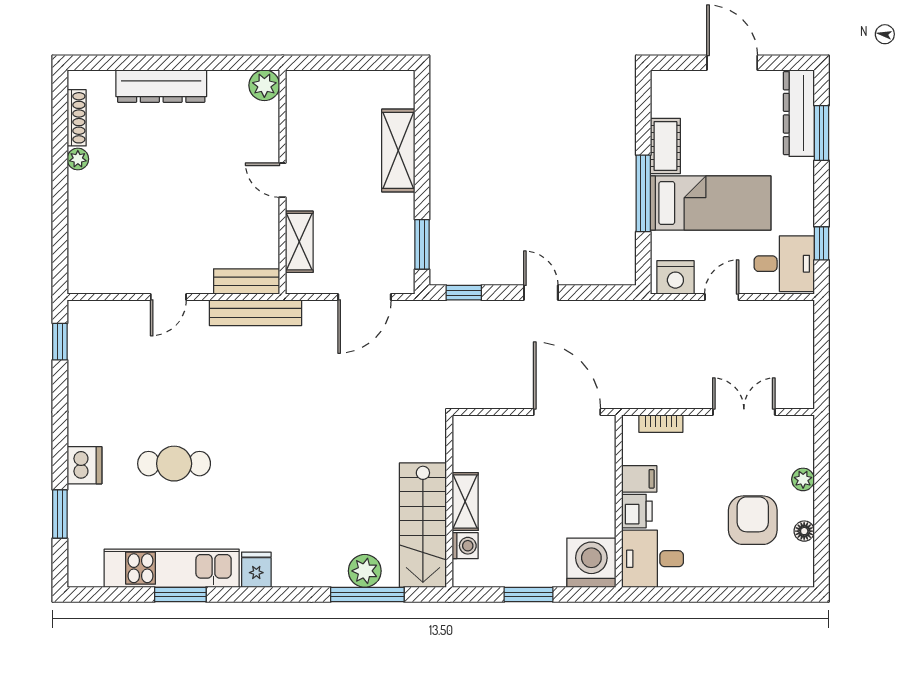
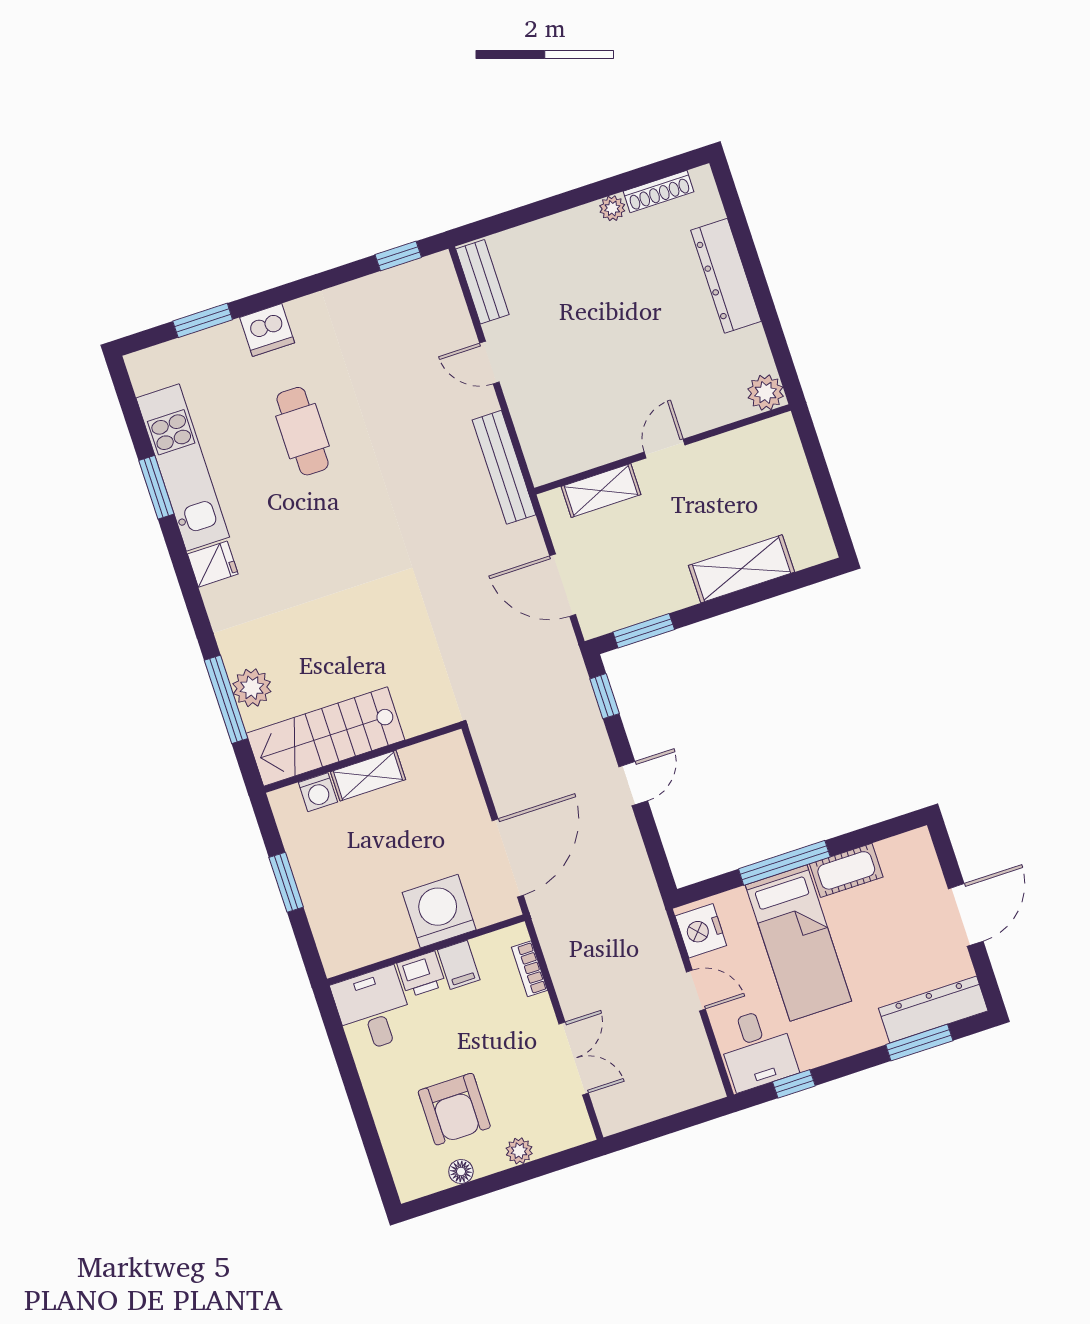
bench: (247, 281) -> (482, 282), moved
armchair: (753, 520) -> (454, 1109), turned 90
washing machine: (591, 563) -> (439, 911), moved, turned -90

